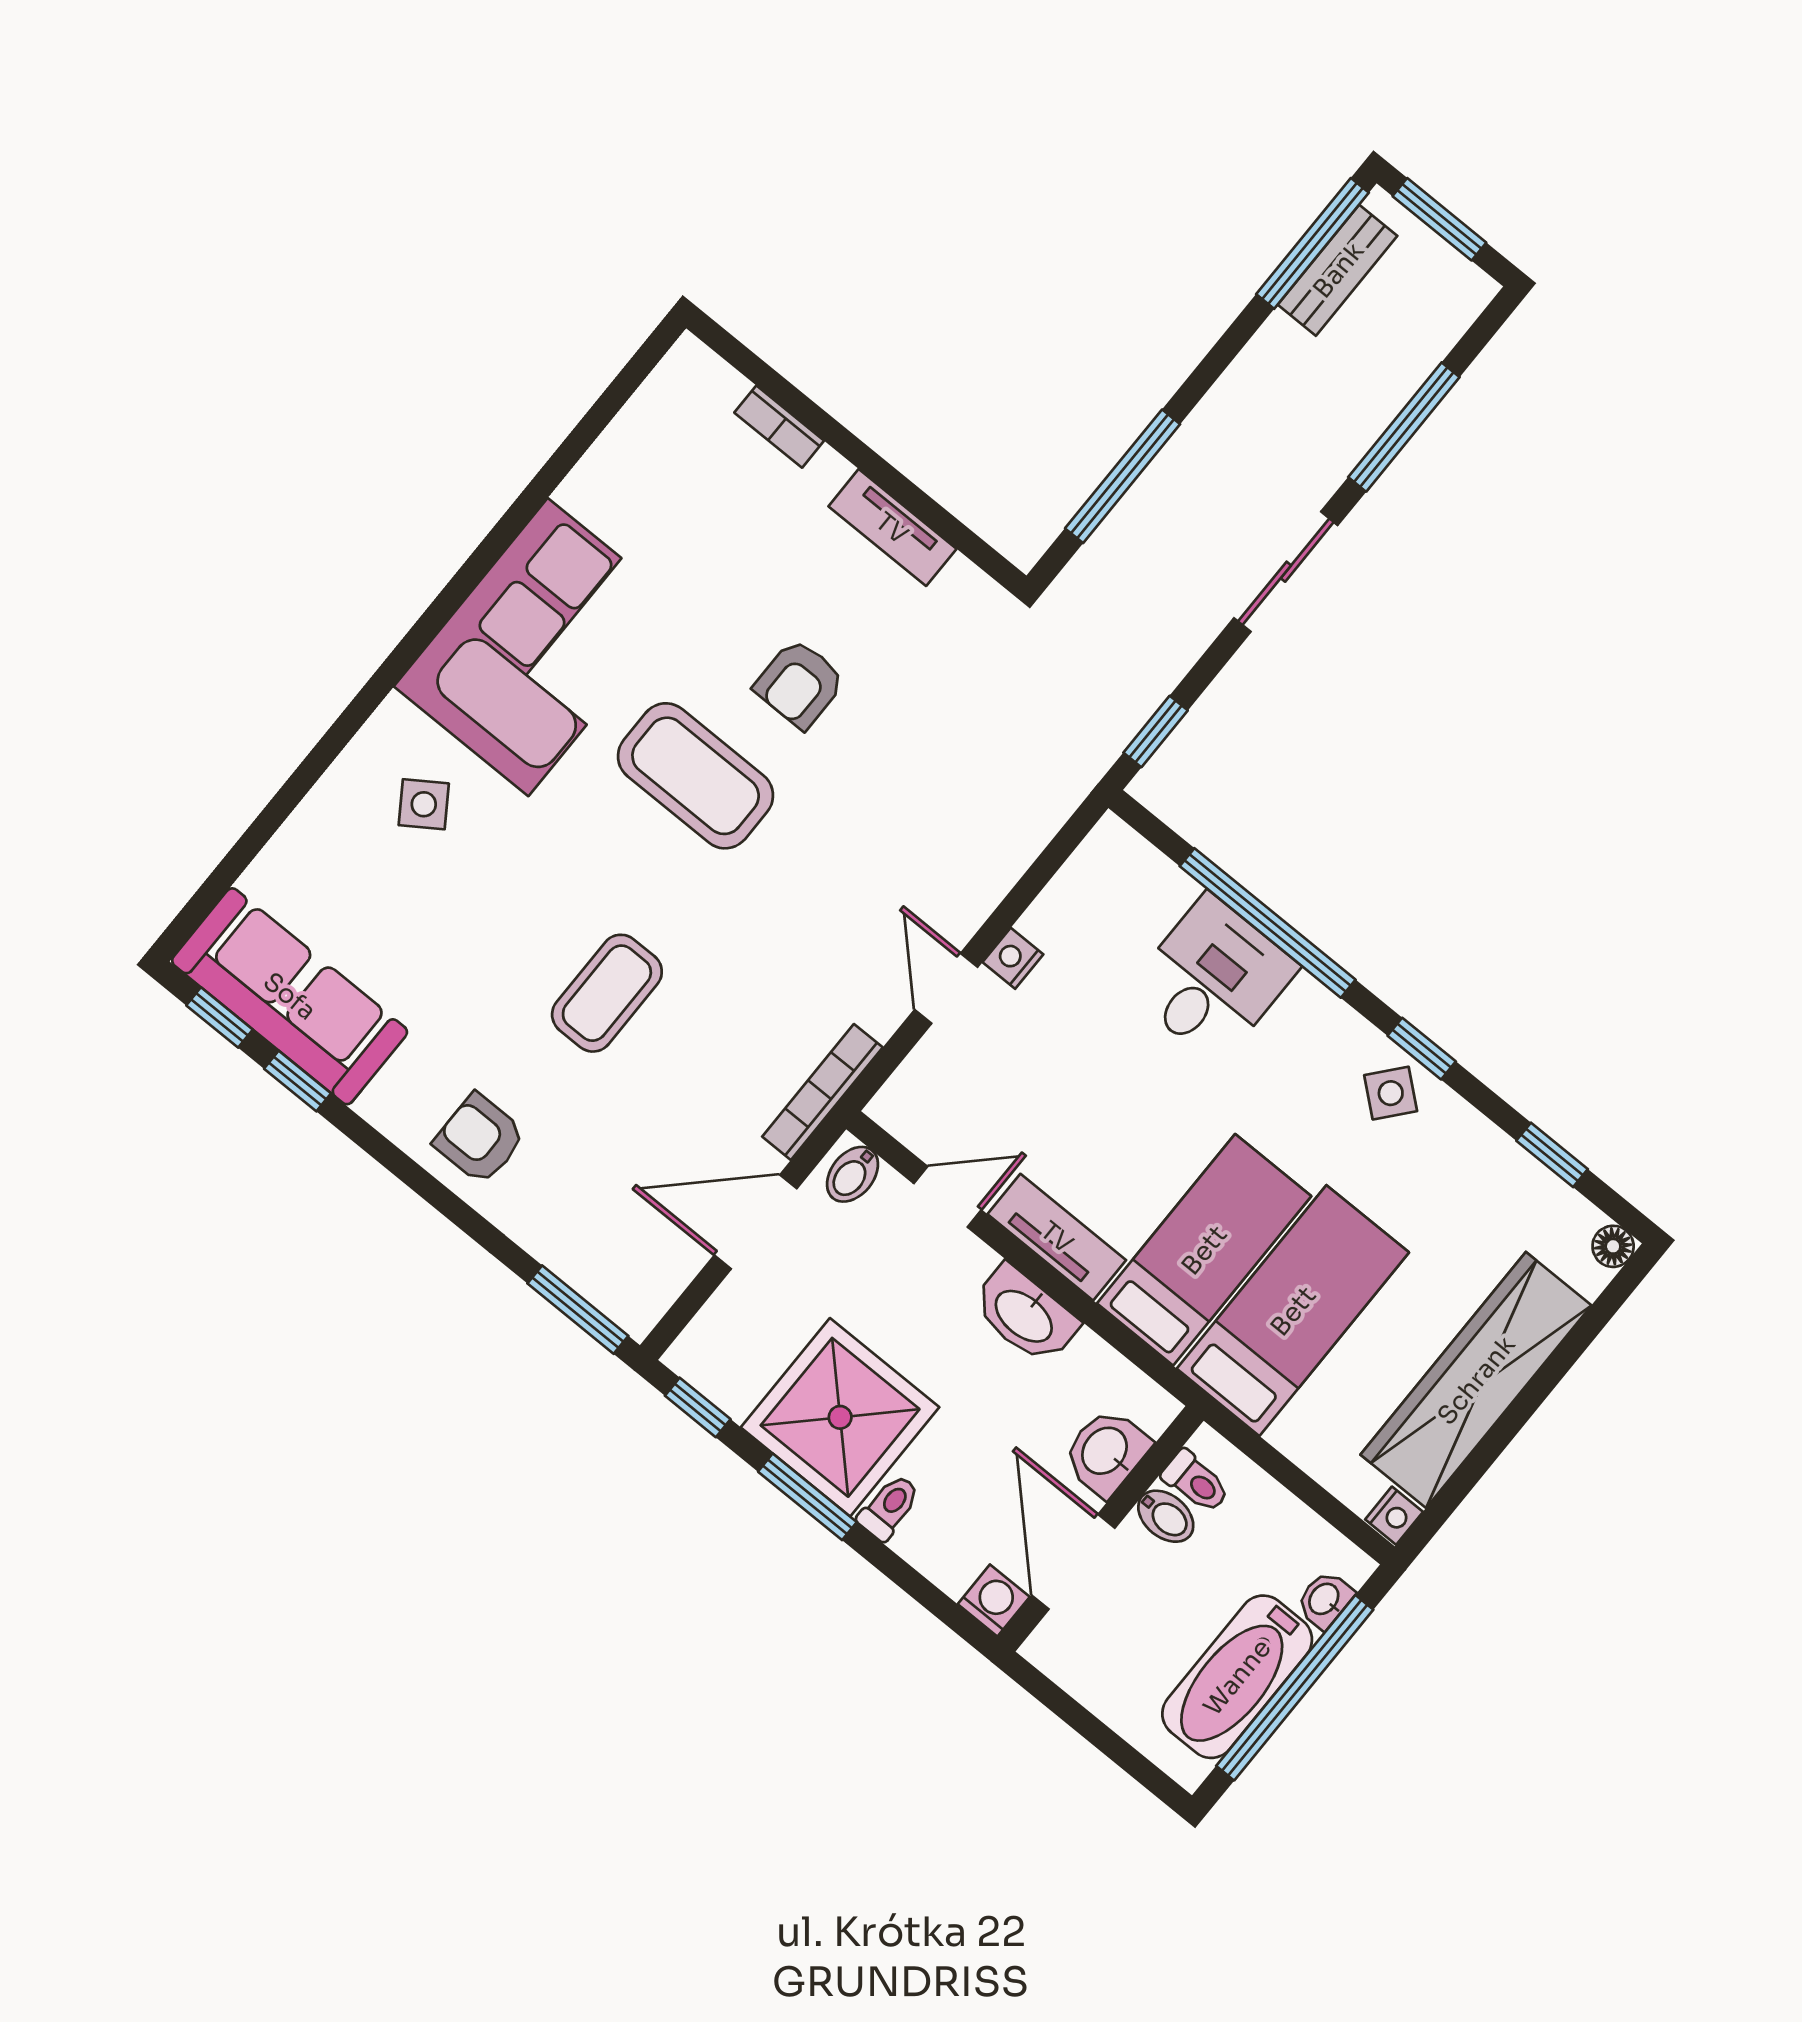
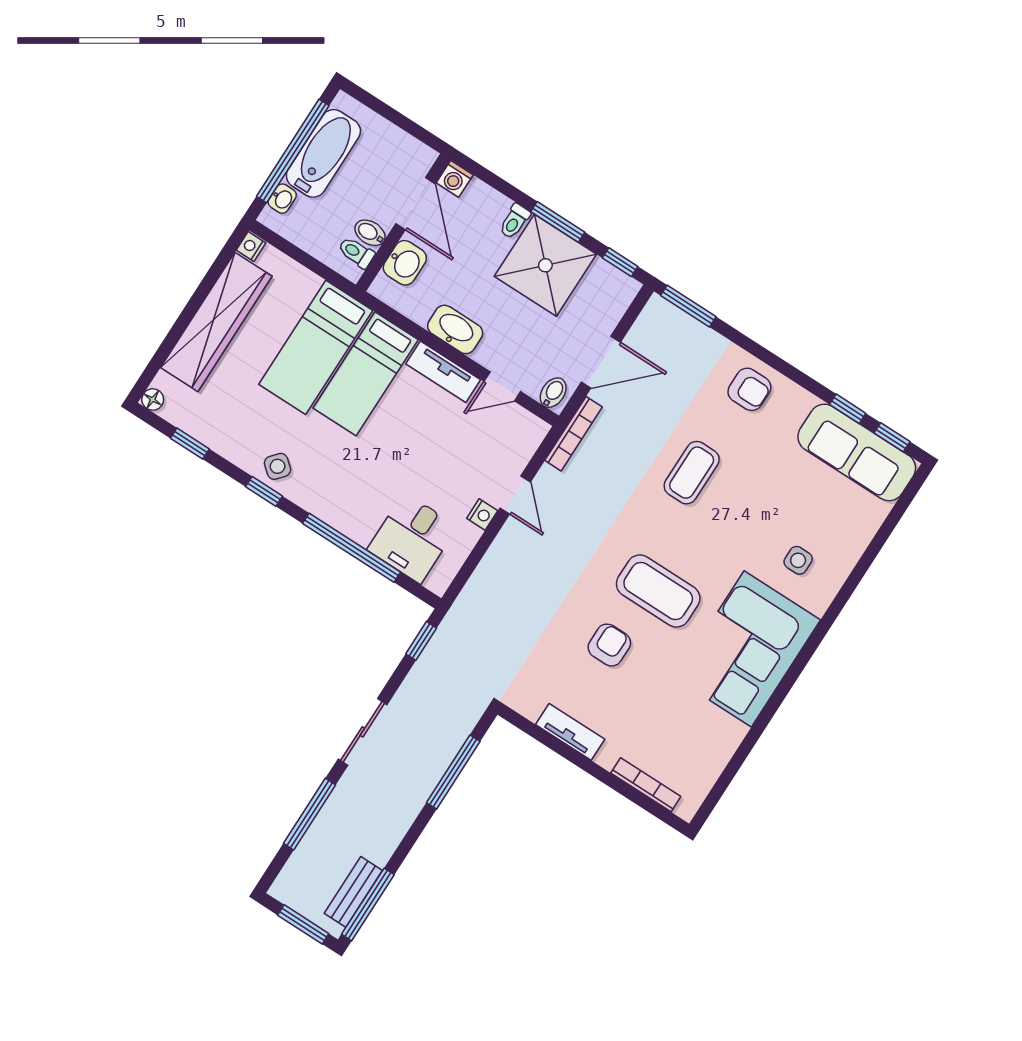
bookcase: (779, 427) -> (646, 785), width x1.56
side table: (424, 804) -> (798, 560), turned 34
desk: (1213, 979) -> (412, 538), moved

